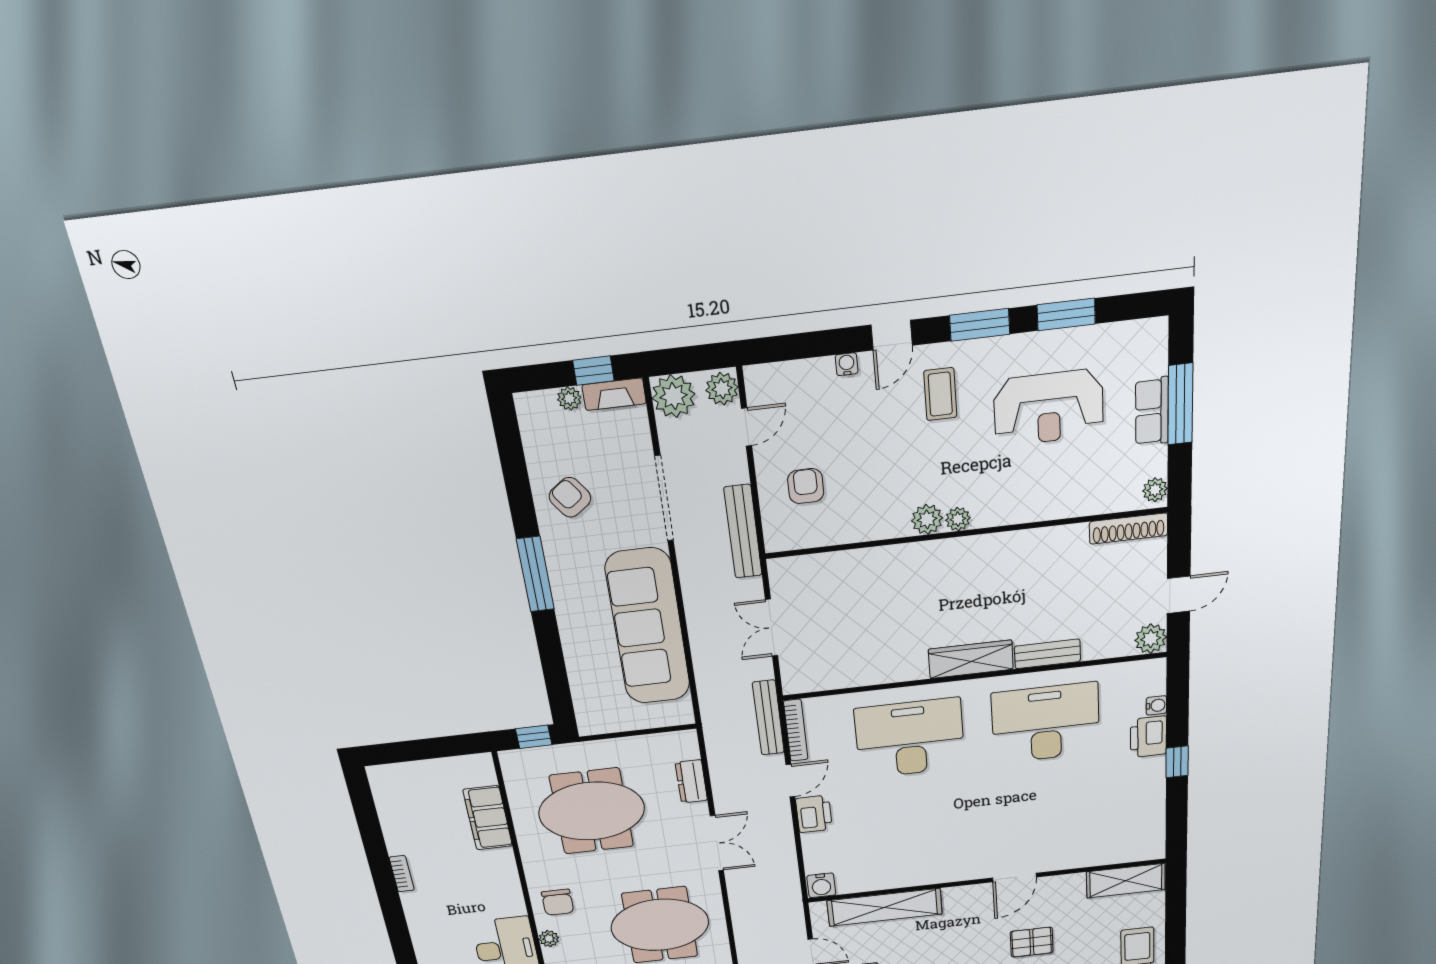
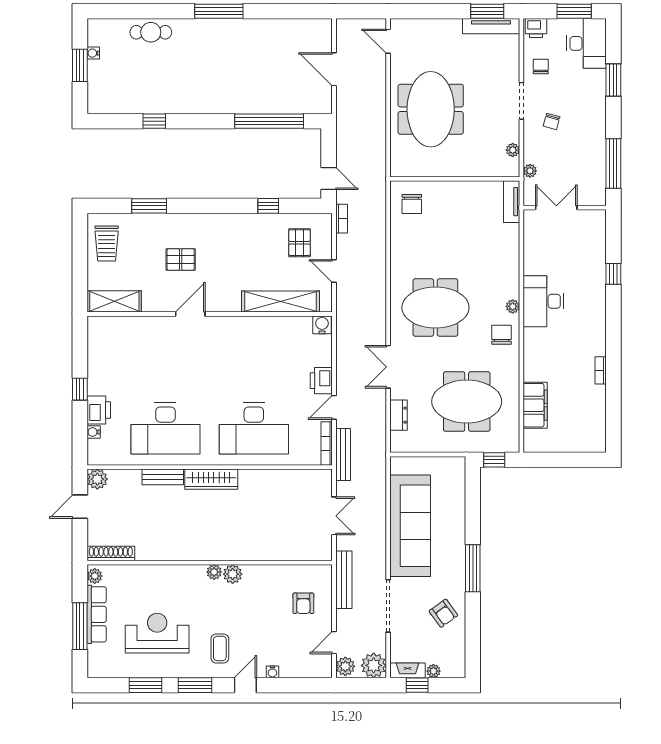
row of seats: (1152, 411) -> (97, 614), width x1.48

